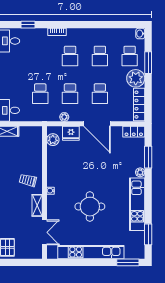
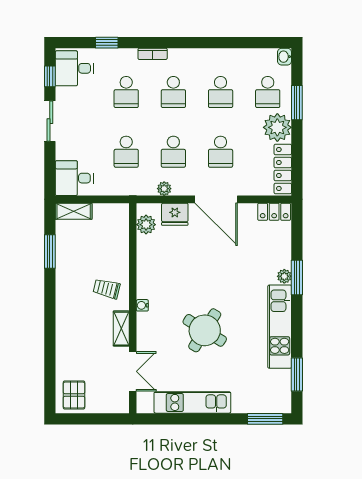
school desk: (40, 56) -> (126, 92), added
window: (148, 157) -> (297, 277), moved
round table: (90, 207) -> (205, 330), turned 32
kitchen unit: (91, 252) -> (192, 402), width x0.73

